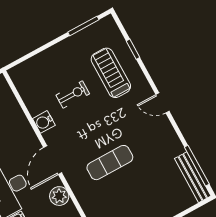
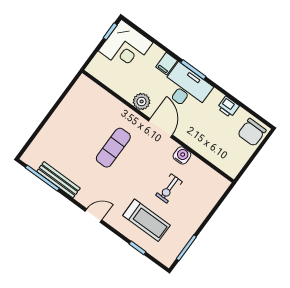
bench: (193, 177) -> (58, 180), moved

